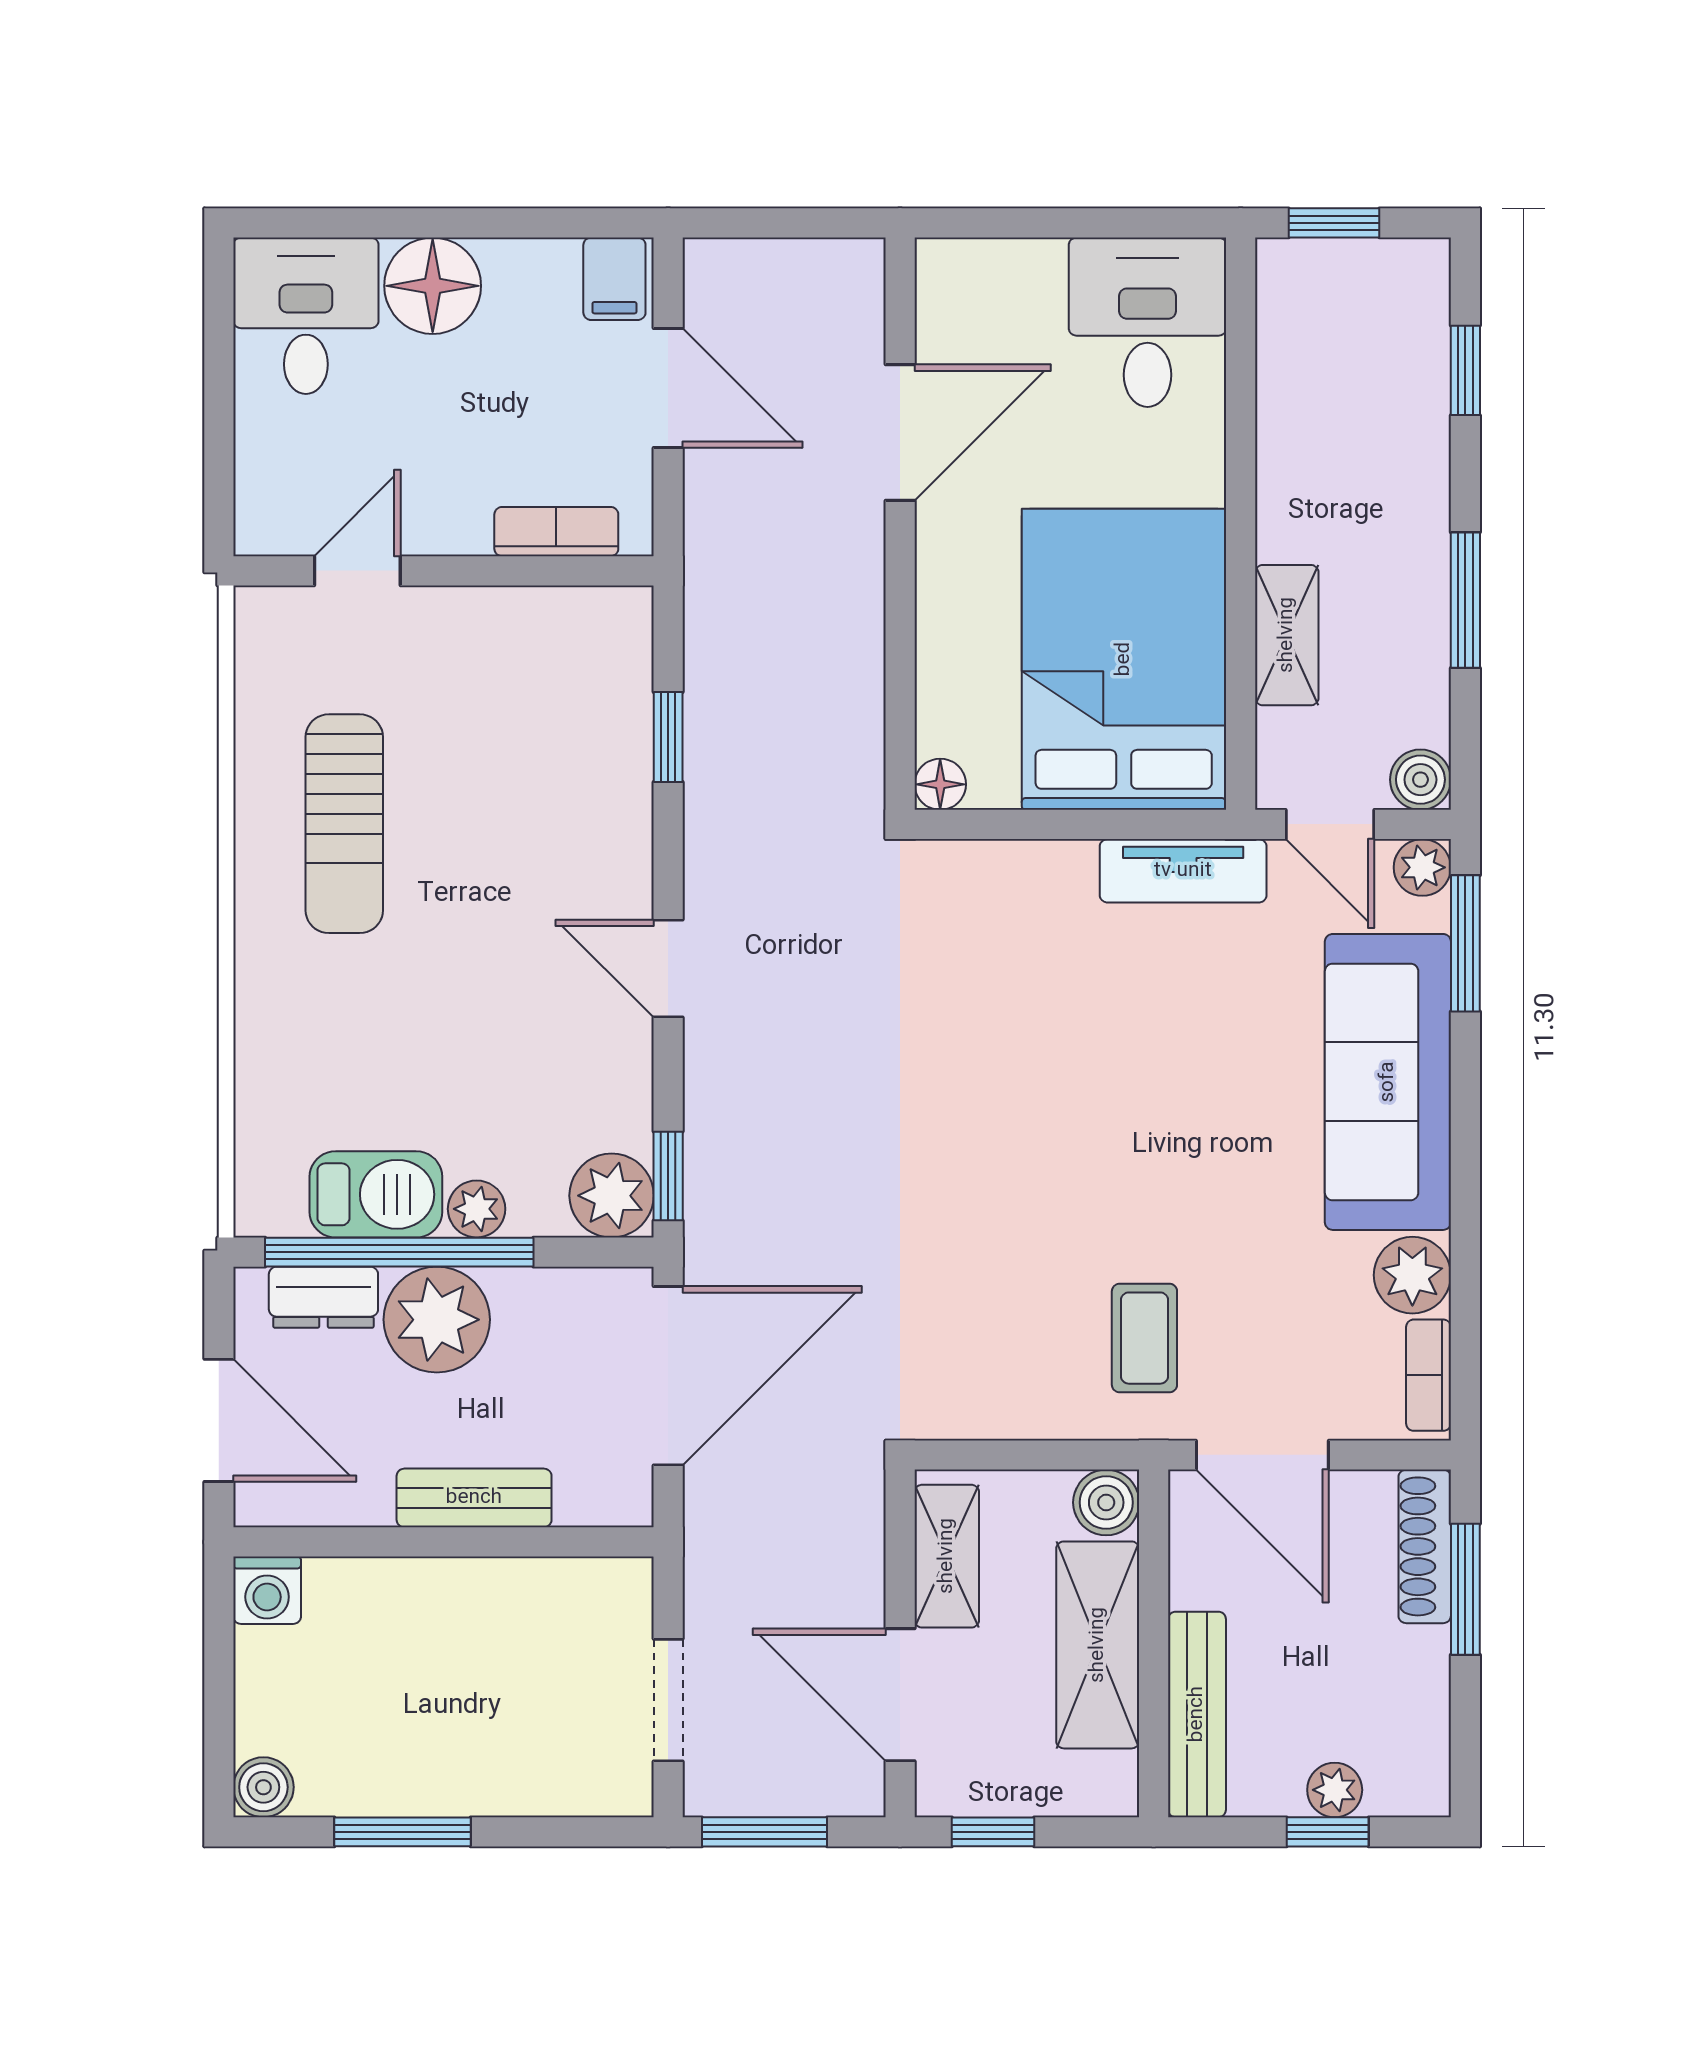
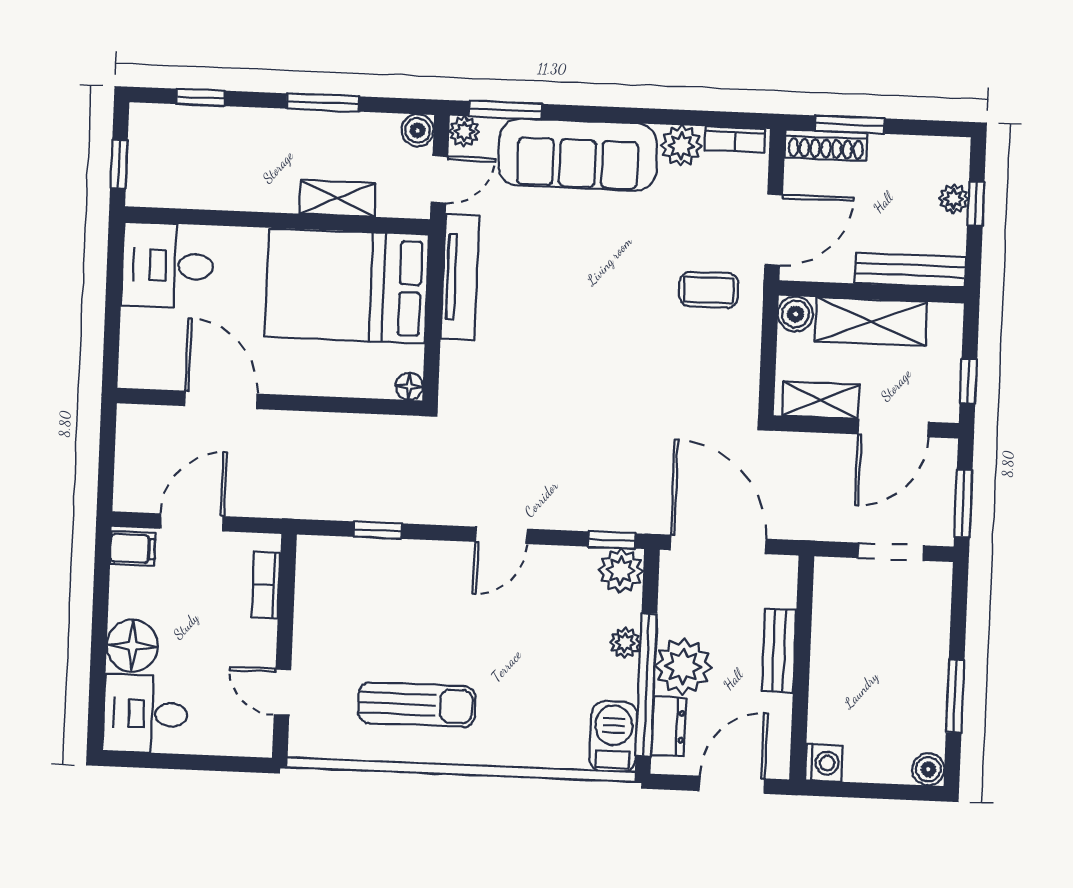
tv unit: (1183, 871) -> (460, 277), width x1.41
barbecue: (376, 1194) -> (613, 737), moved

